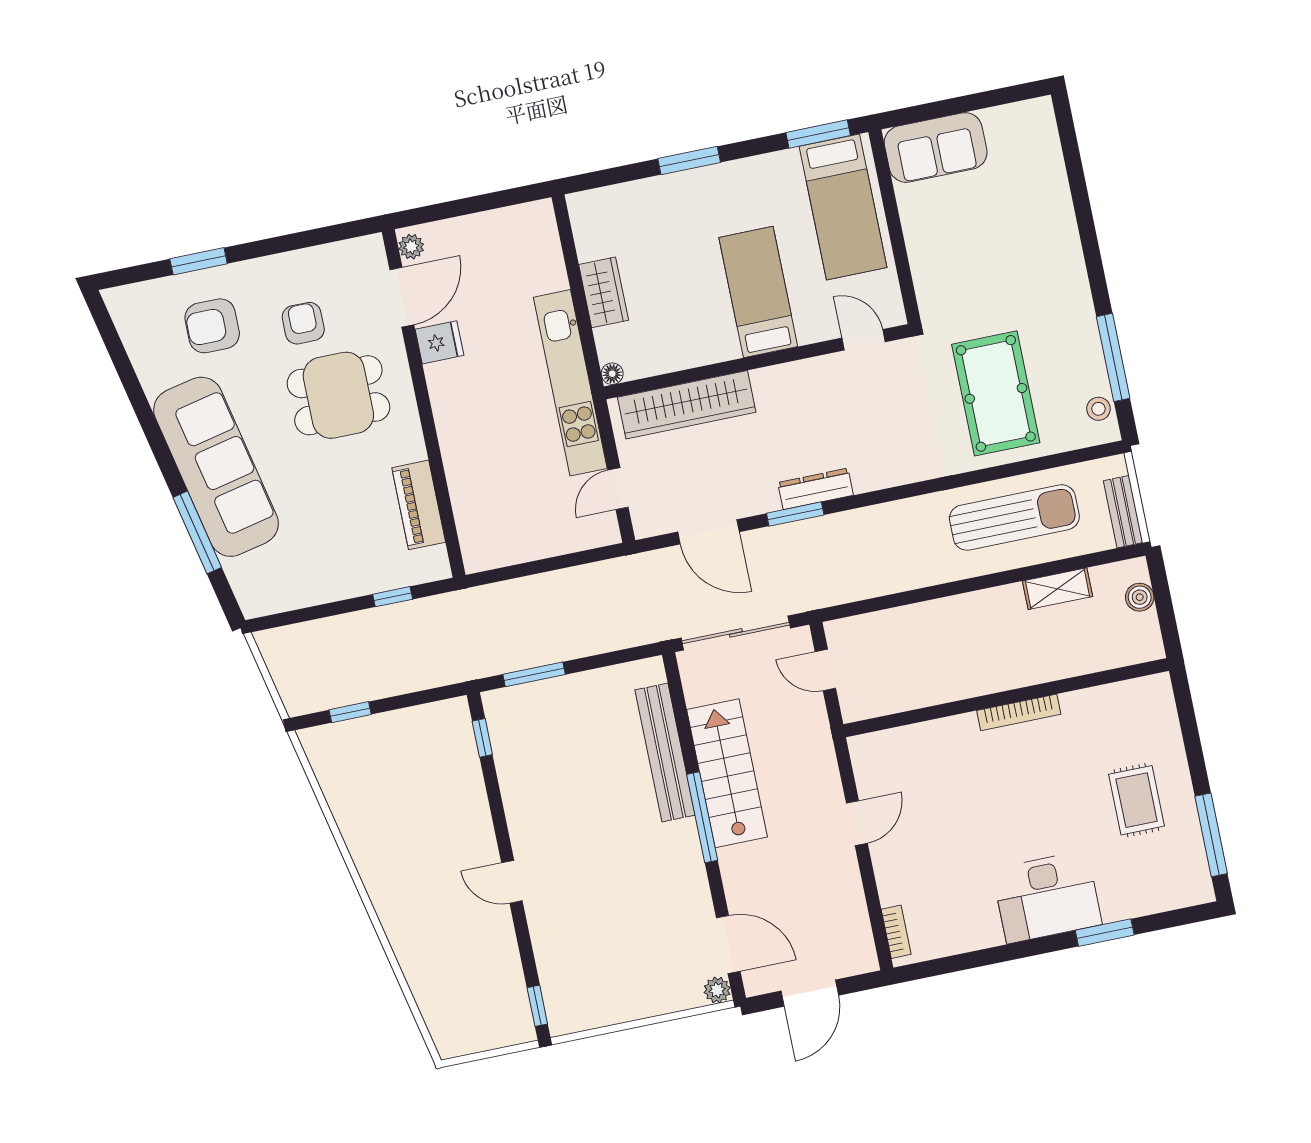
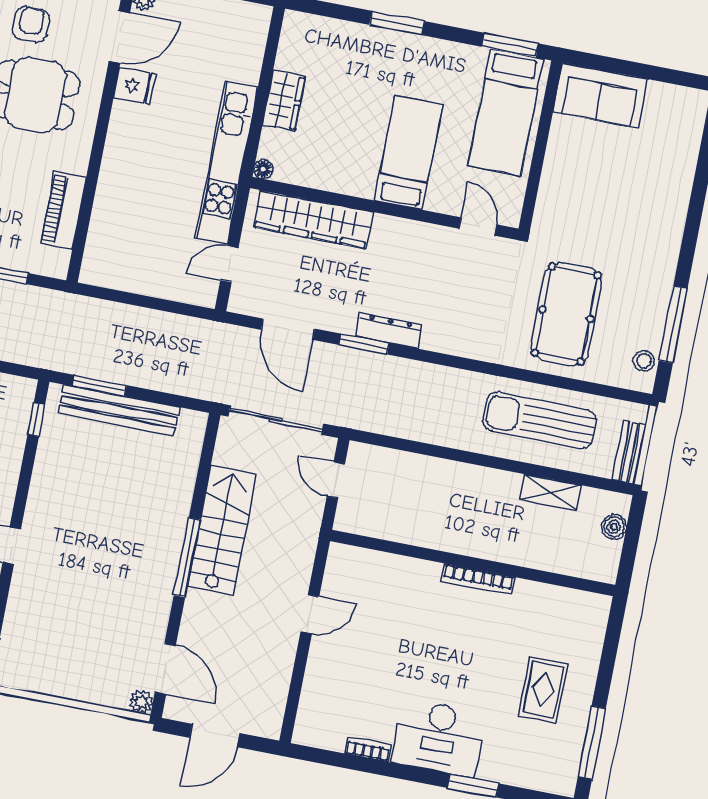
sun lounger: (1014, 517) -> (540, 420), turned 180
bench: (665, 752) -> (119, 410), moved, turned 90
bookcase: (896, 932) -> (368, 749), moved, turned -90

